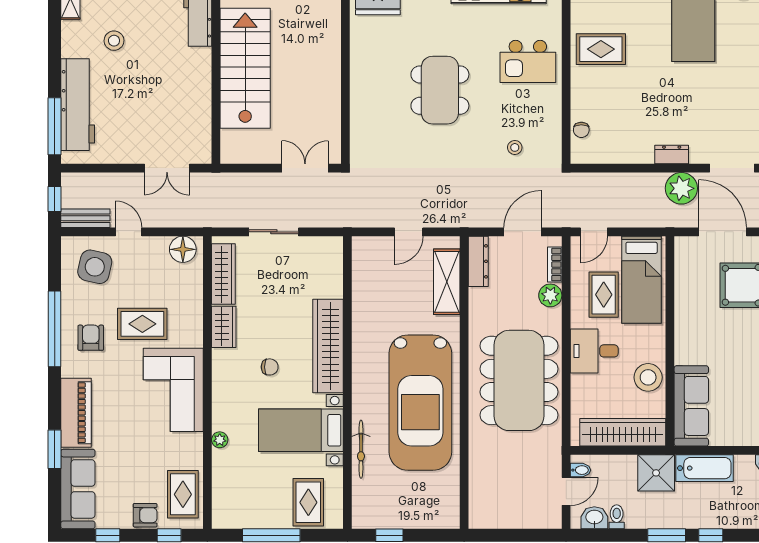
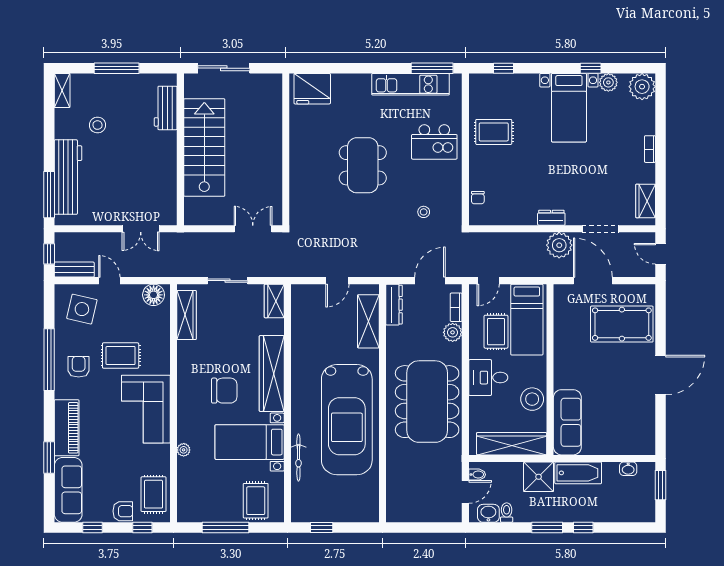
wardrobe: (224, 327) -> (274, 301), moved, turned 180
chair: (270, 367) -> (224, 391), width x1.87, depth x1.87

